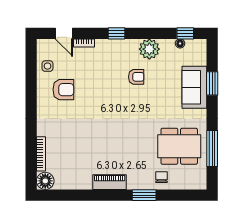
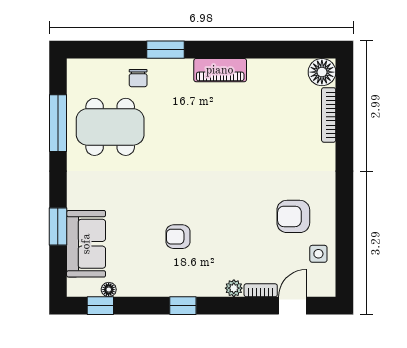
door: (64, 33) -> (292, 306), hinge flipped
window: (116, 33) -> (183, 306), moved
plant: (149, 49) -> (234, 288), moved, width x0.53, depth x0.53
sofa: (194, 87) -> (86, 244), moved

